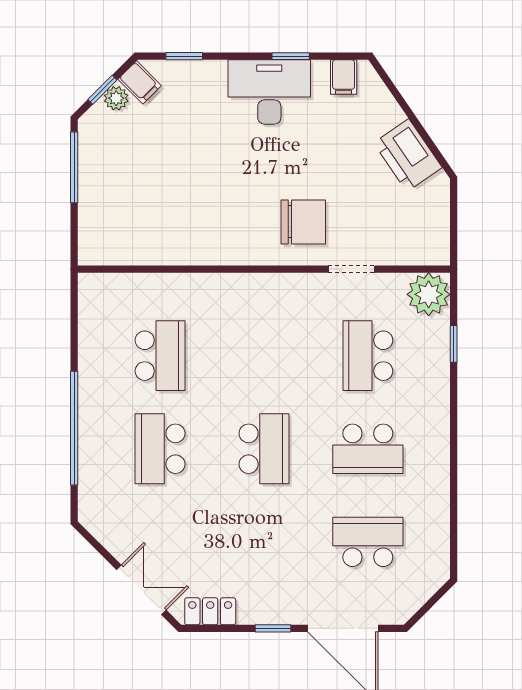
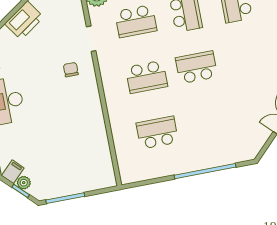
chair: (303, 222) -> (71, 70), width x0.54, depth x0.54
school desk: (160, 449) -> (147, 77), moved

